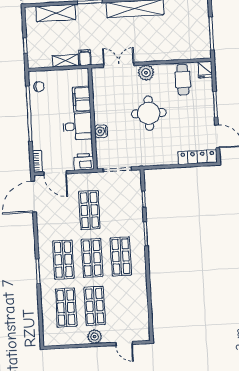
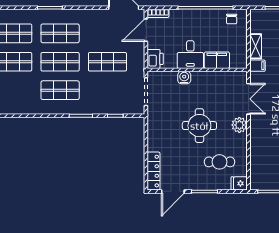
cafe table: (183, 80) -> (219, 162), moved

